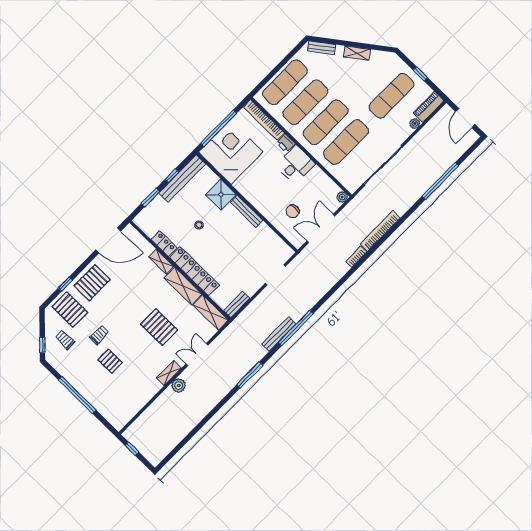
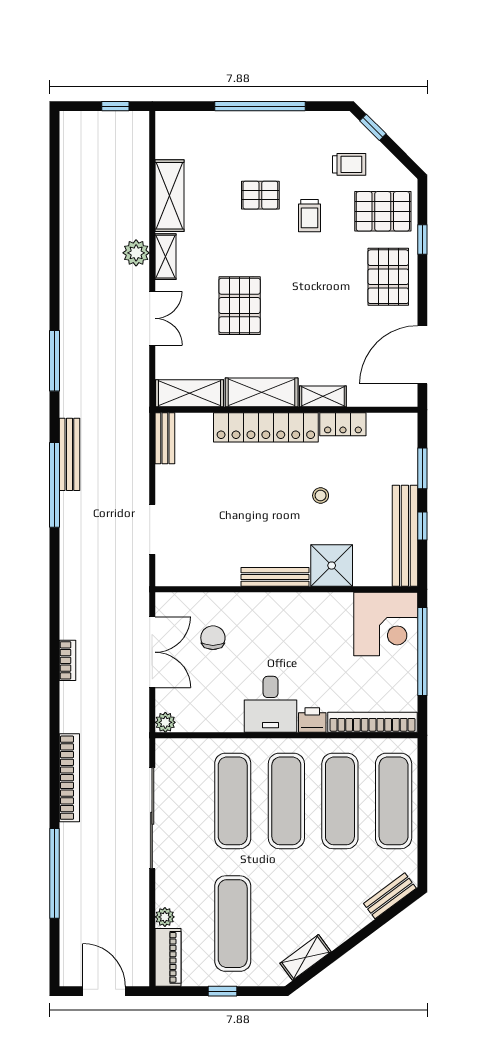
shelving: (357, 53) -> (306, 957), moved
corner desk: (231, 152) -> (386, 624), width x0.74, depth x0.74
bookcase: (380, 231) -> (69, 778), moved
pallet: (159, 327) -> (240, 306), turned 90
shelving: (145, 395) -> (169, 196), added

